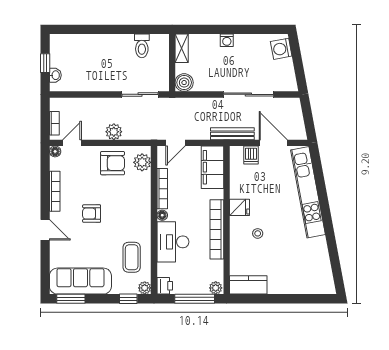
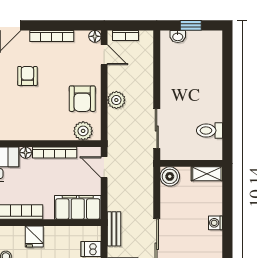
bench: (232, 134) -> (114, 229), width x0.73

